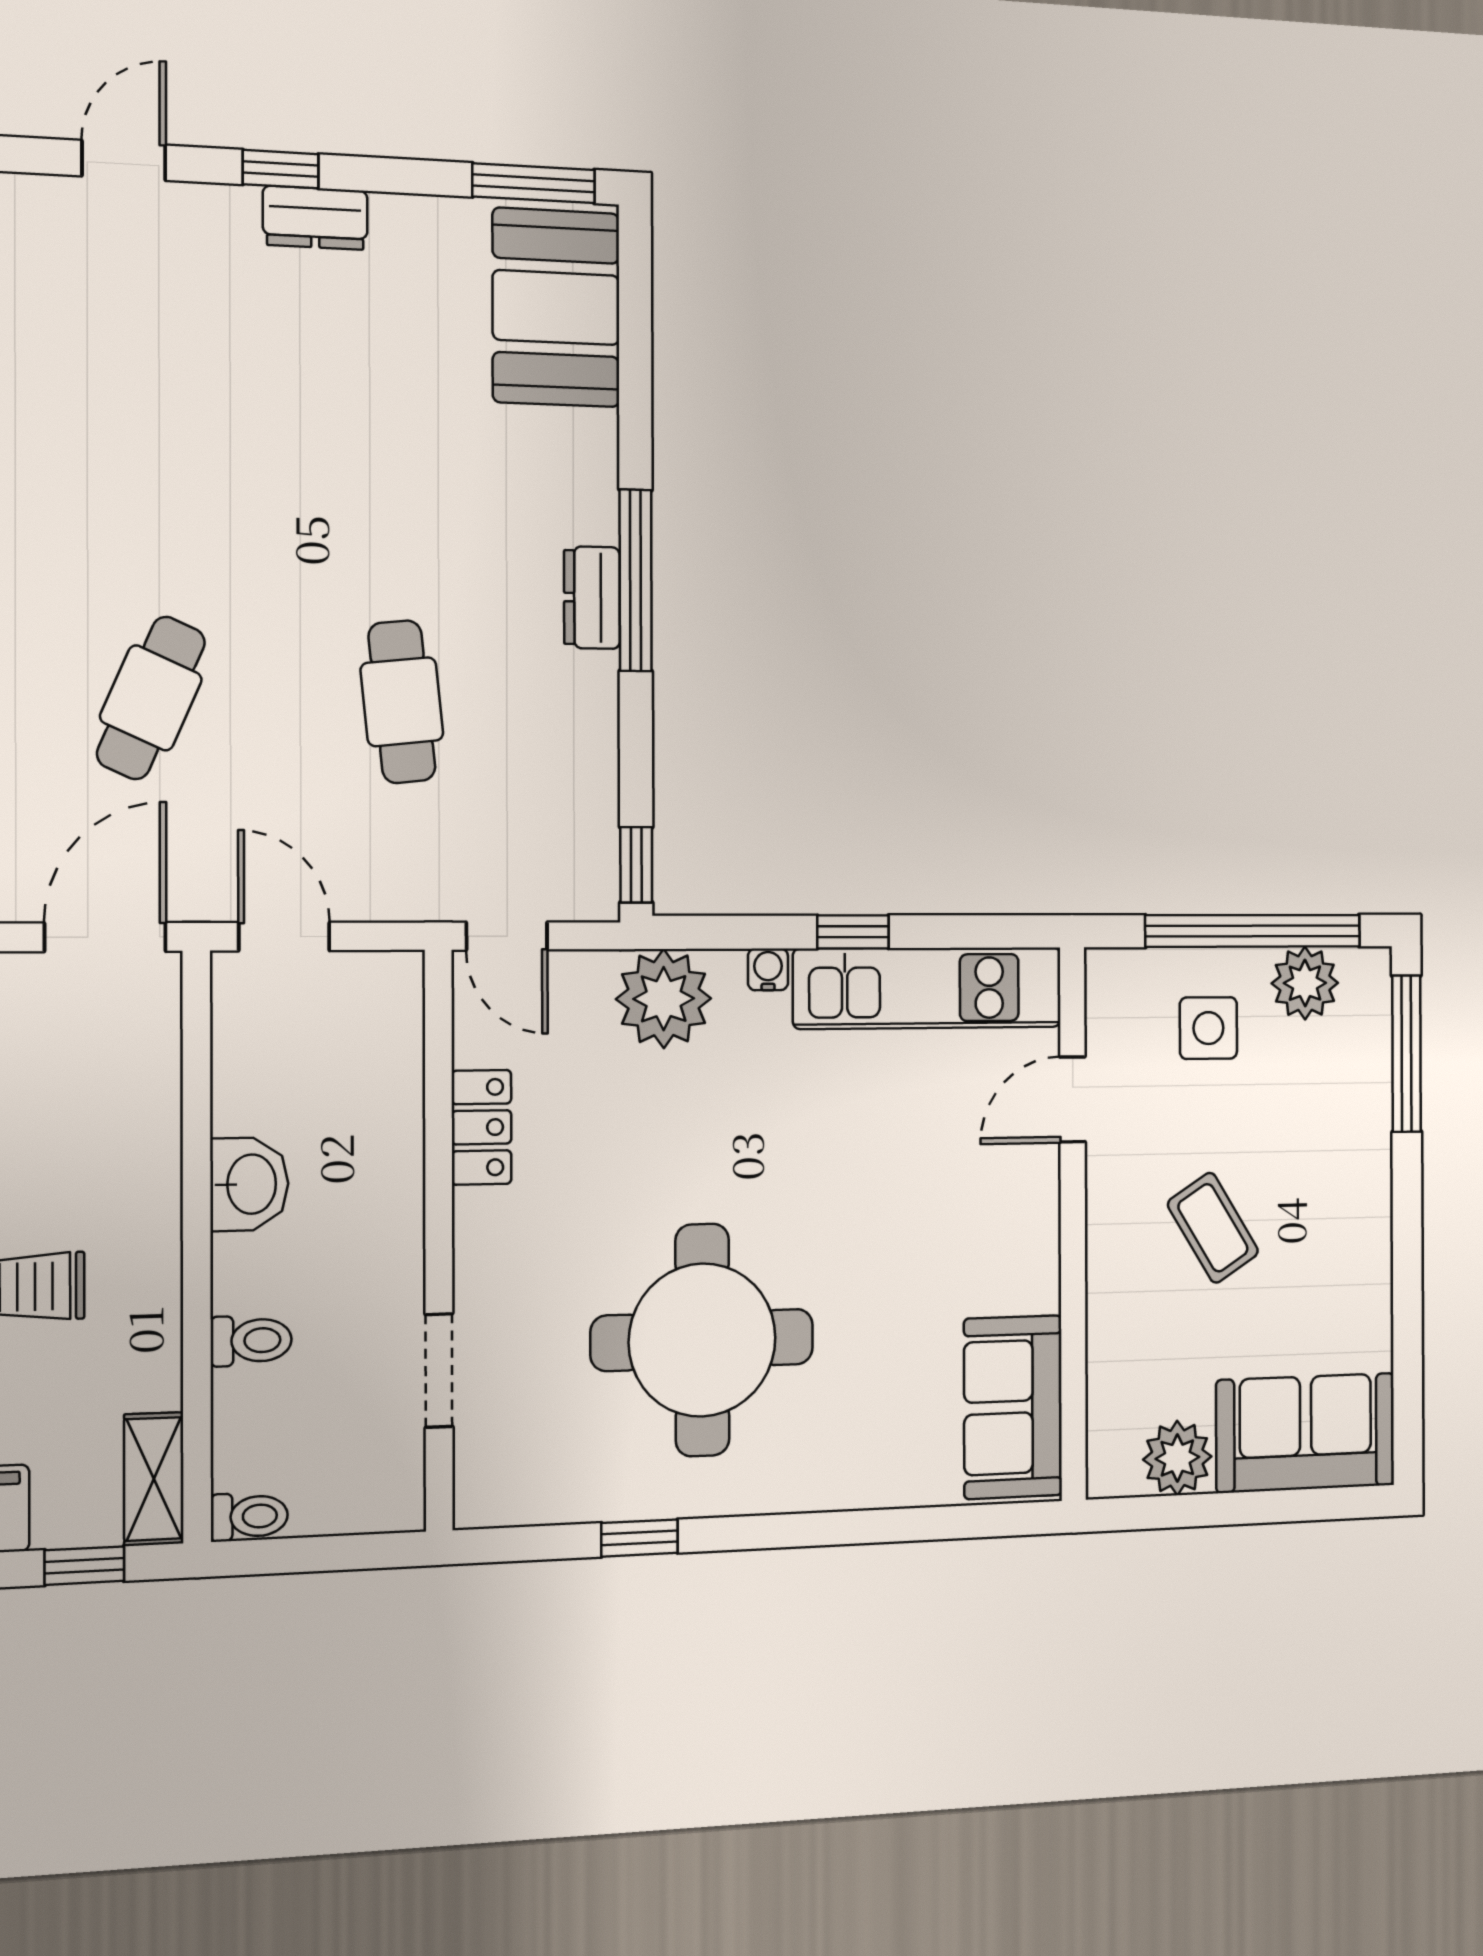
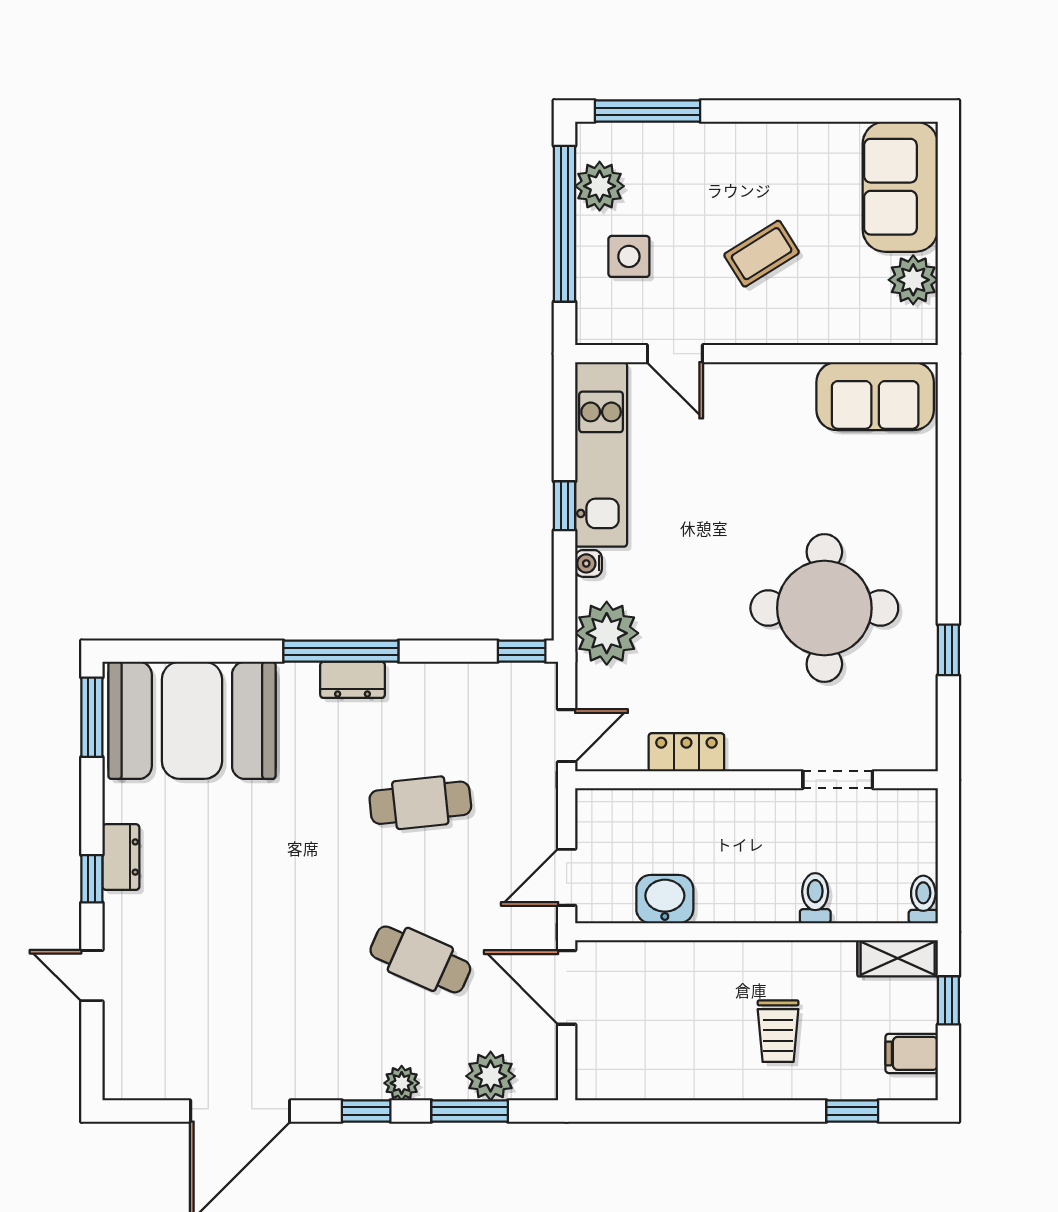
booth: (556, 308) -> (192, 720), width x1.36, depth x1.42
washbasin: (249, 1184) -> (665, 899), moved

